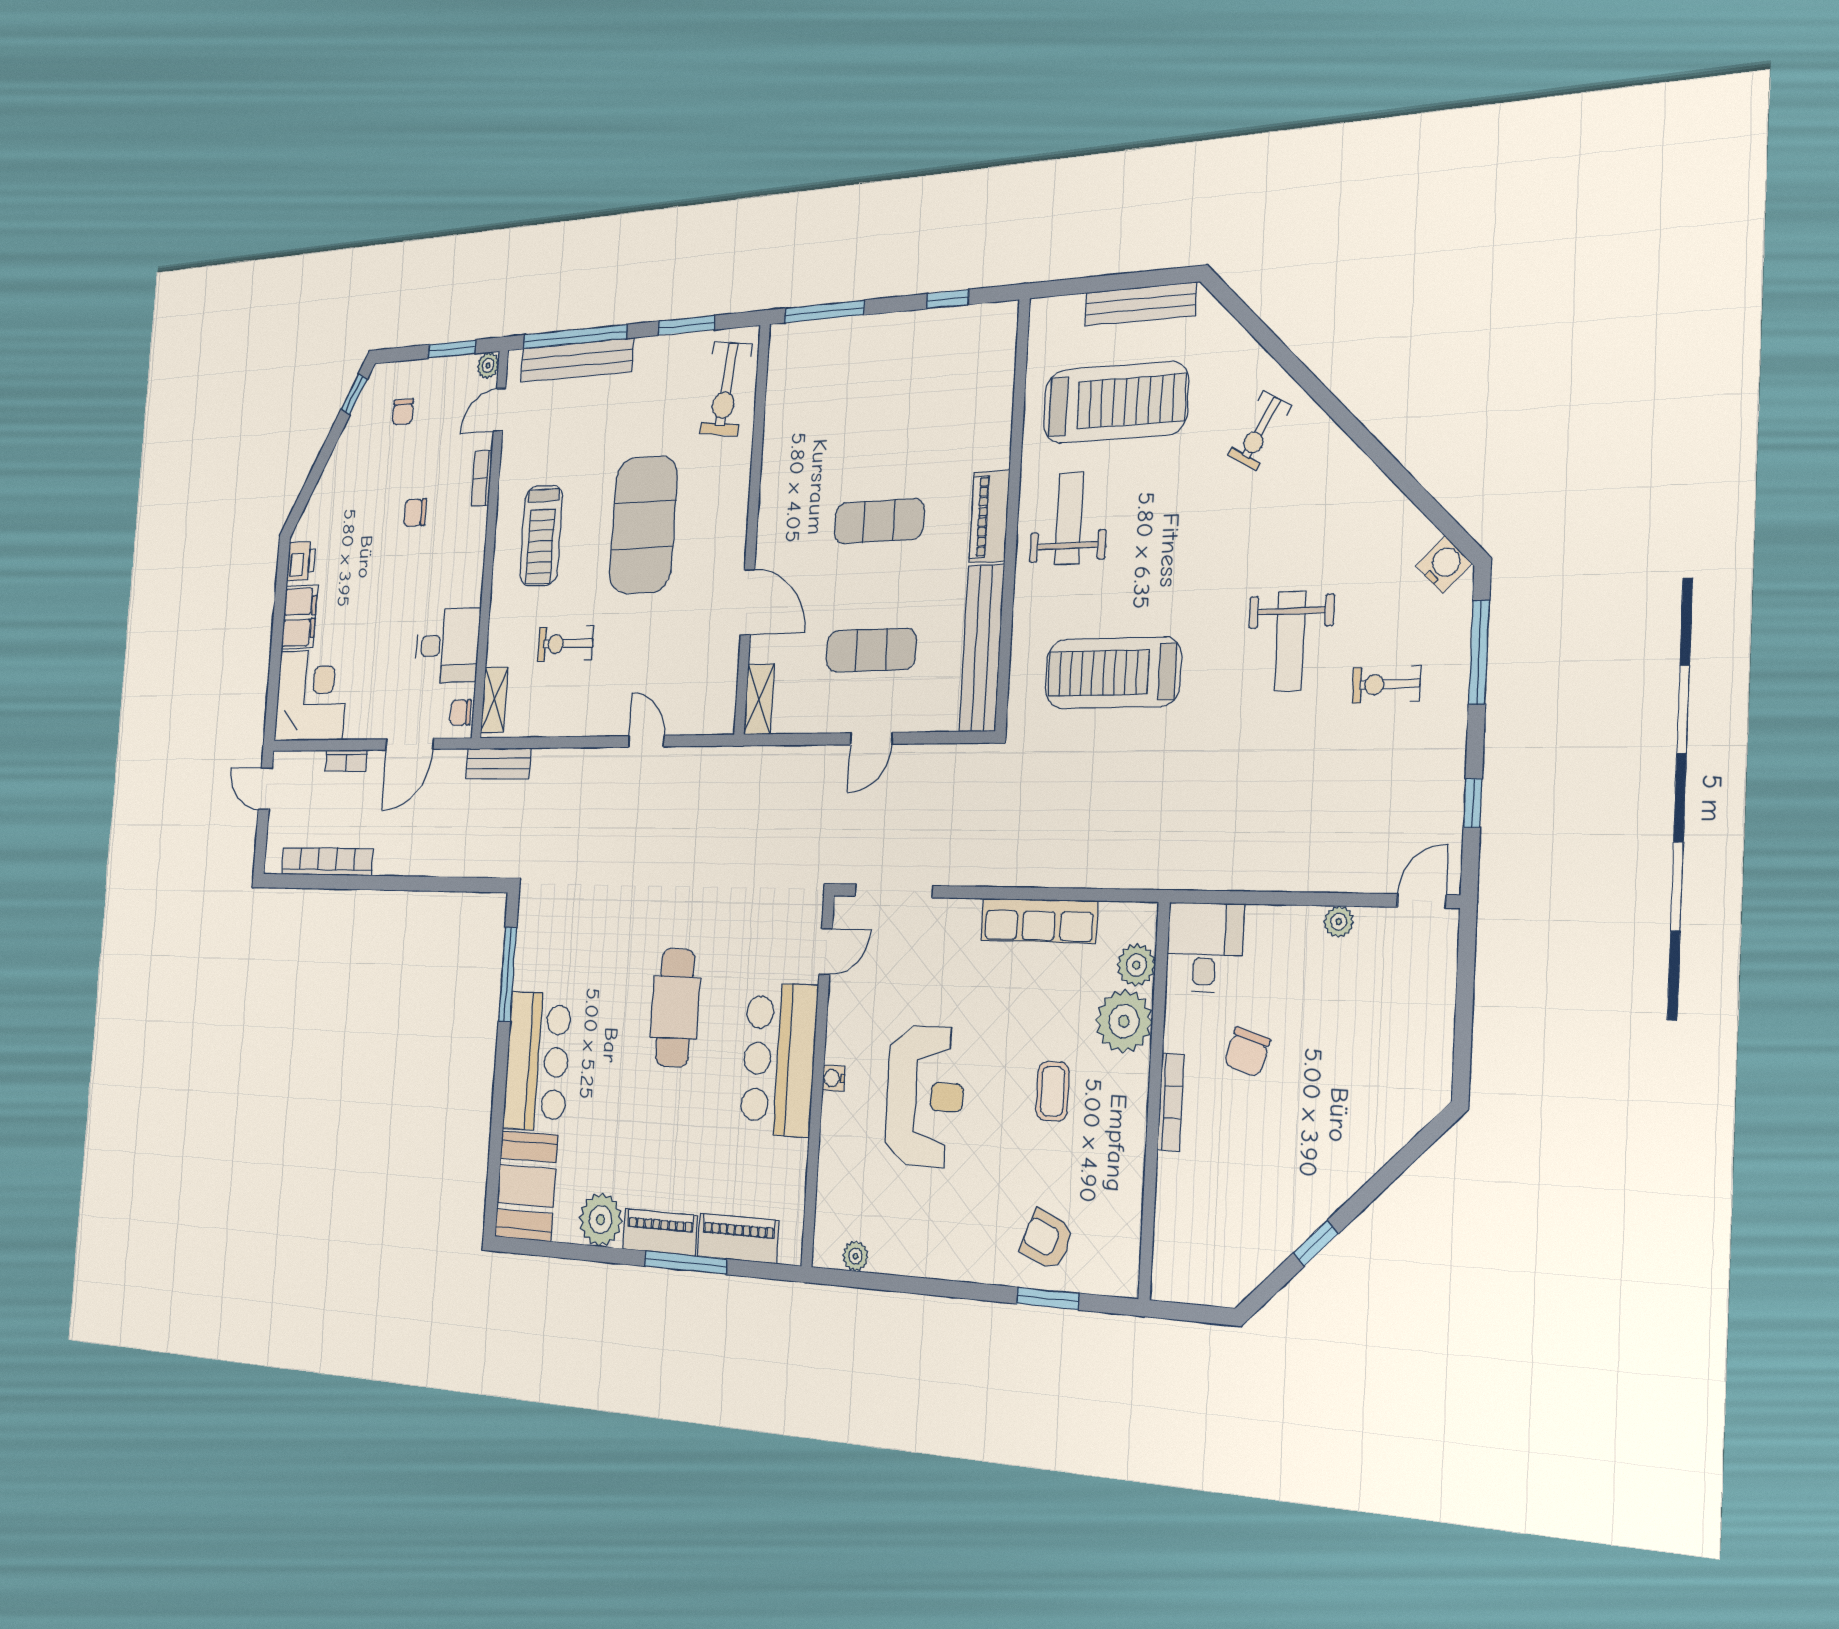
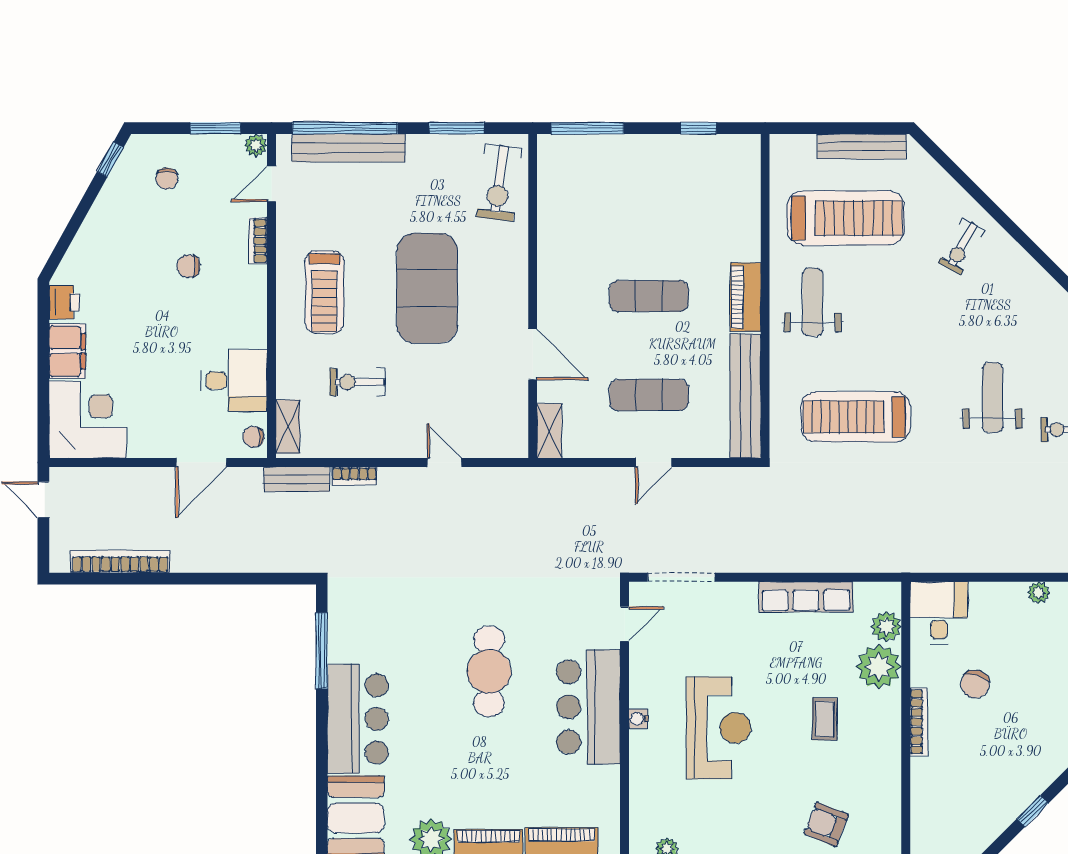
weight bench: (1290, 641) -> (993, 398), turned 180
bookcase: (346, 761) -> (354, 476), moved

